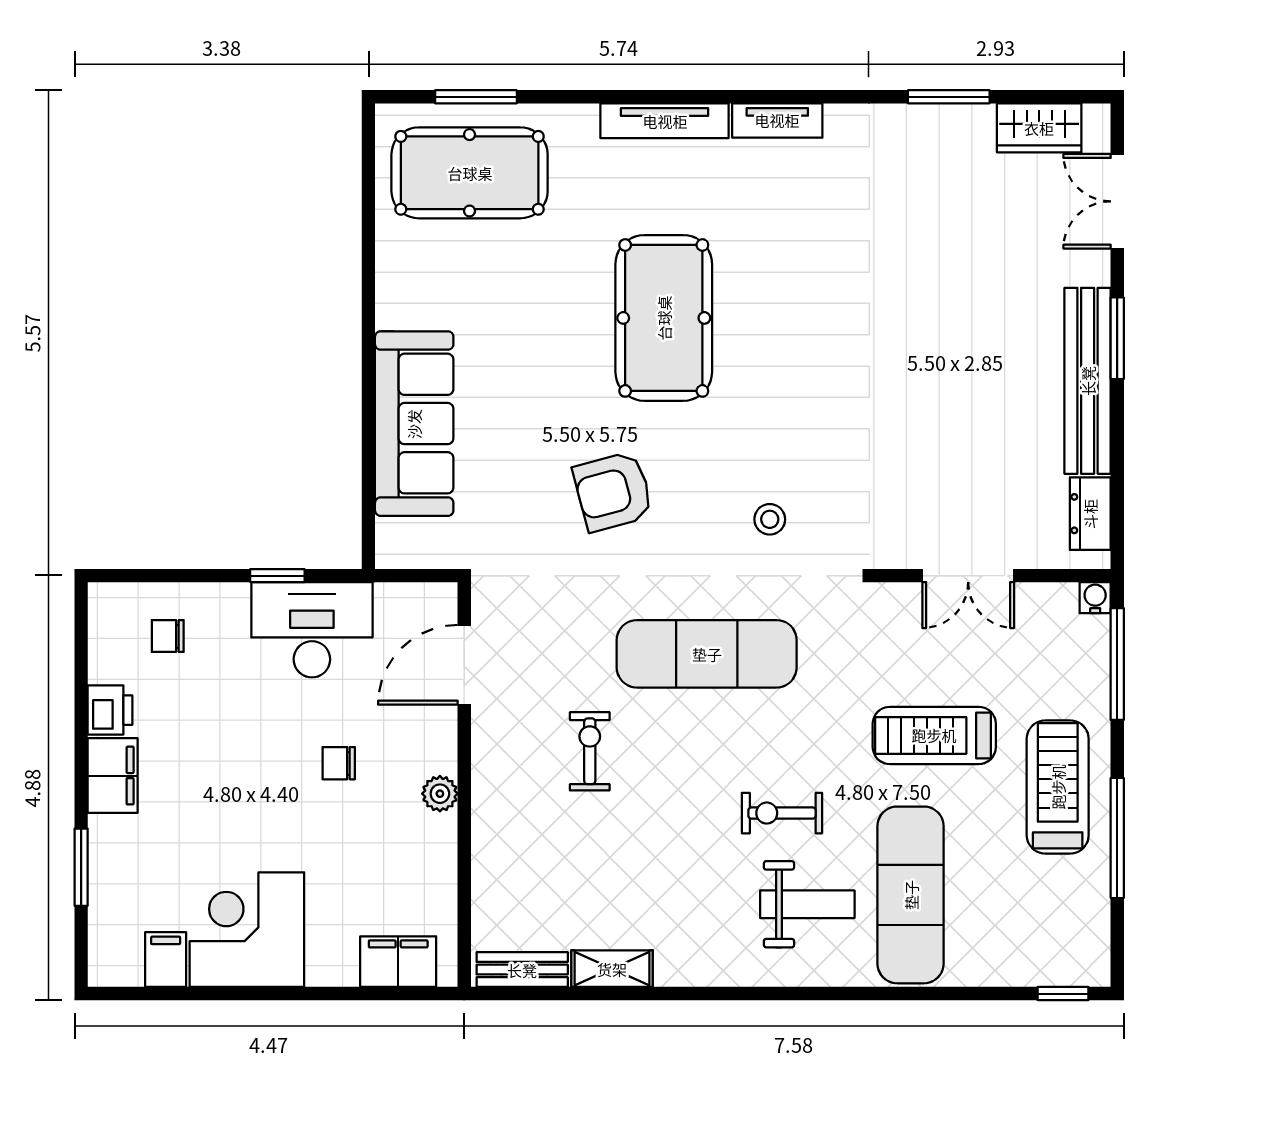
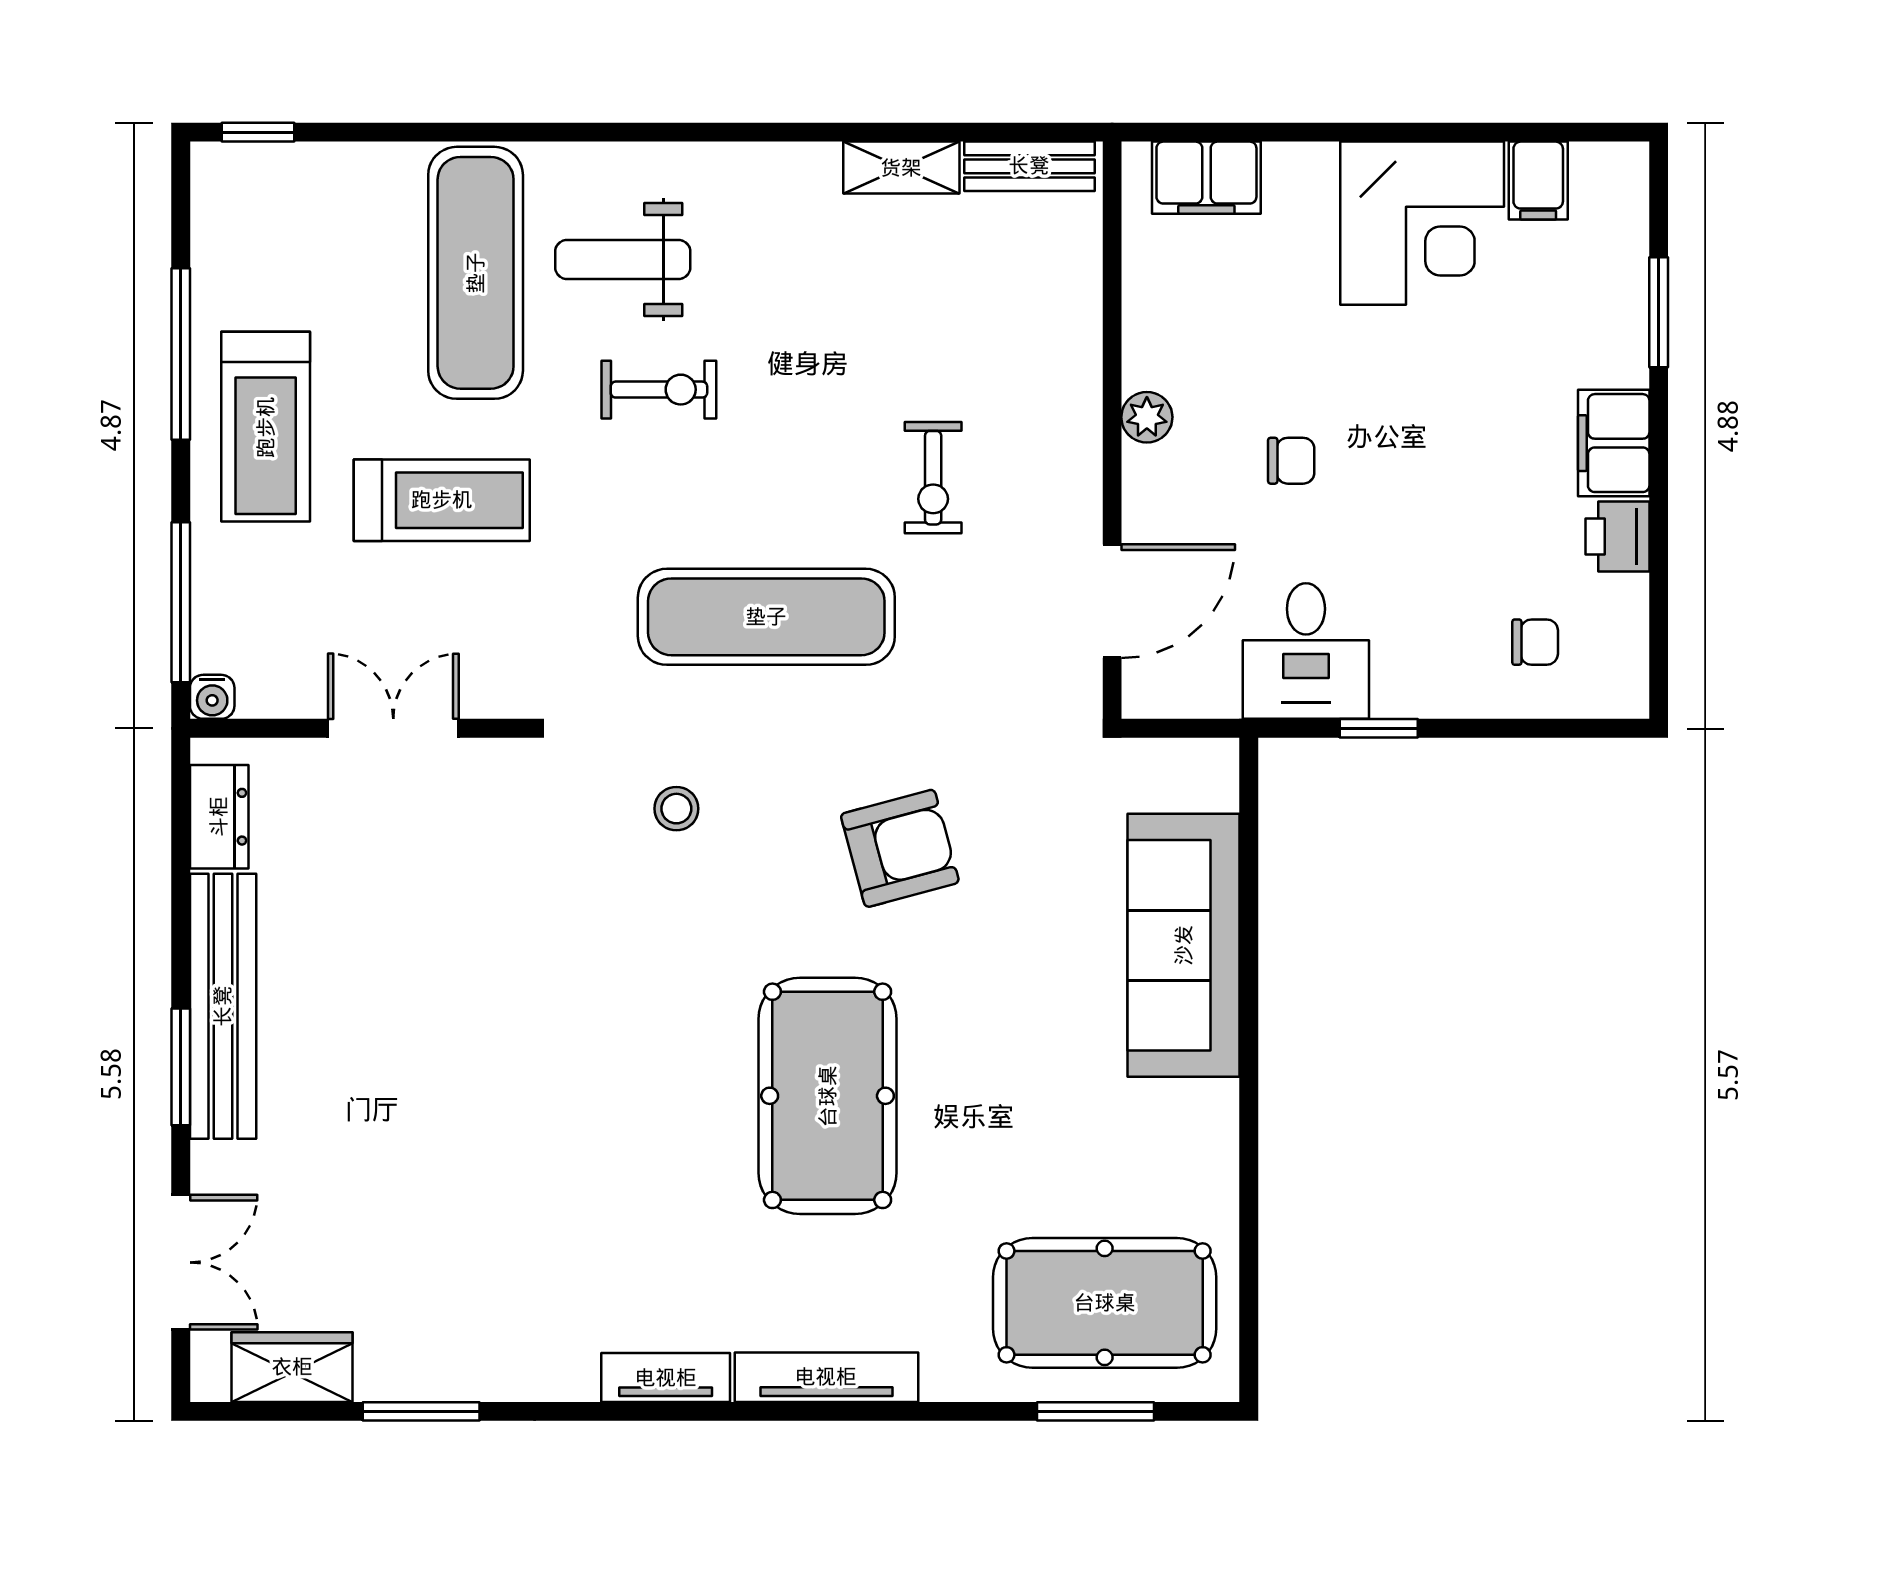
desk: (312, 630) -> (1306, 651), width x0.73

